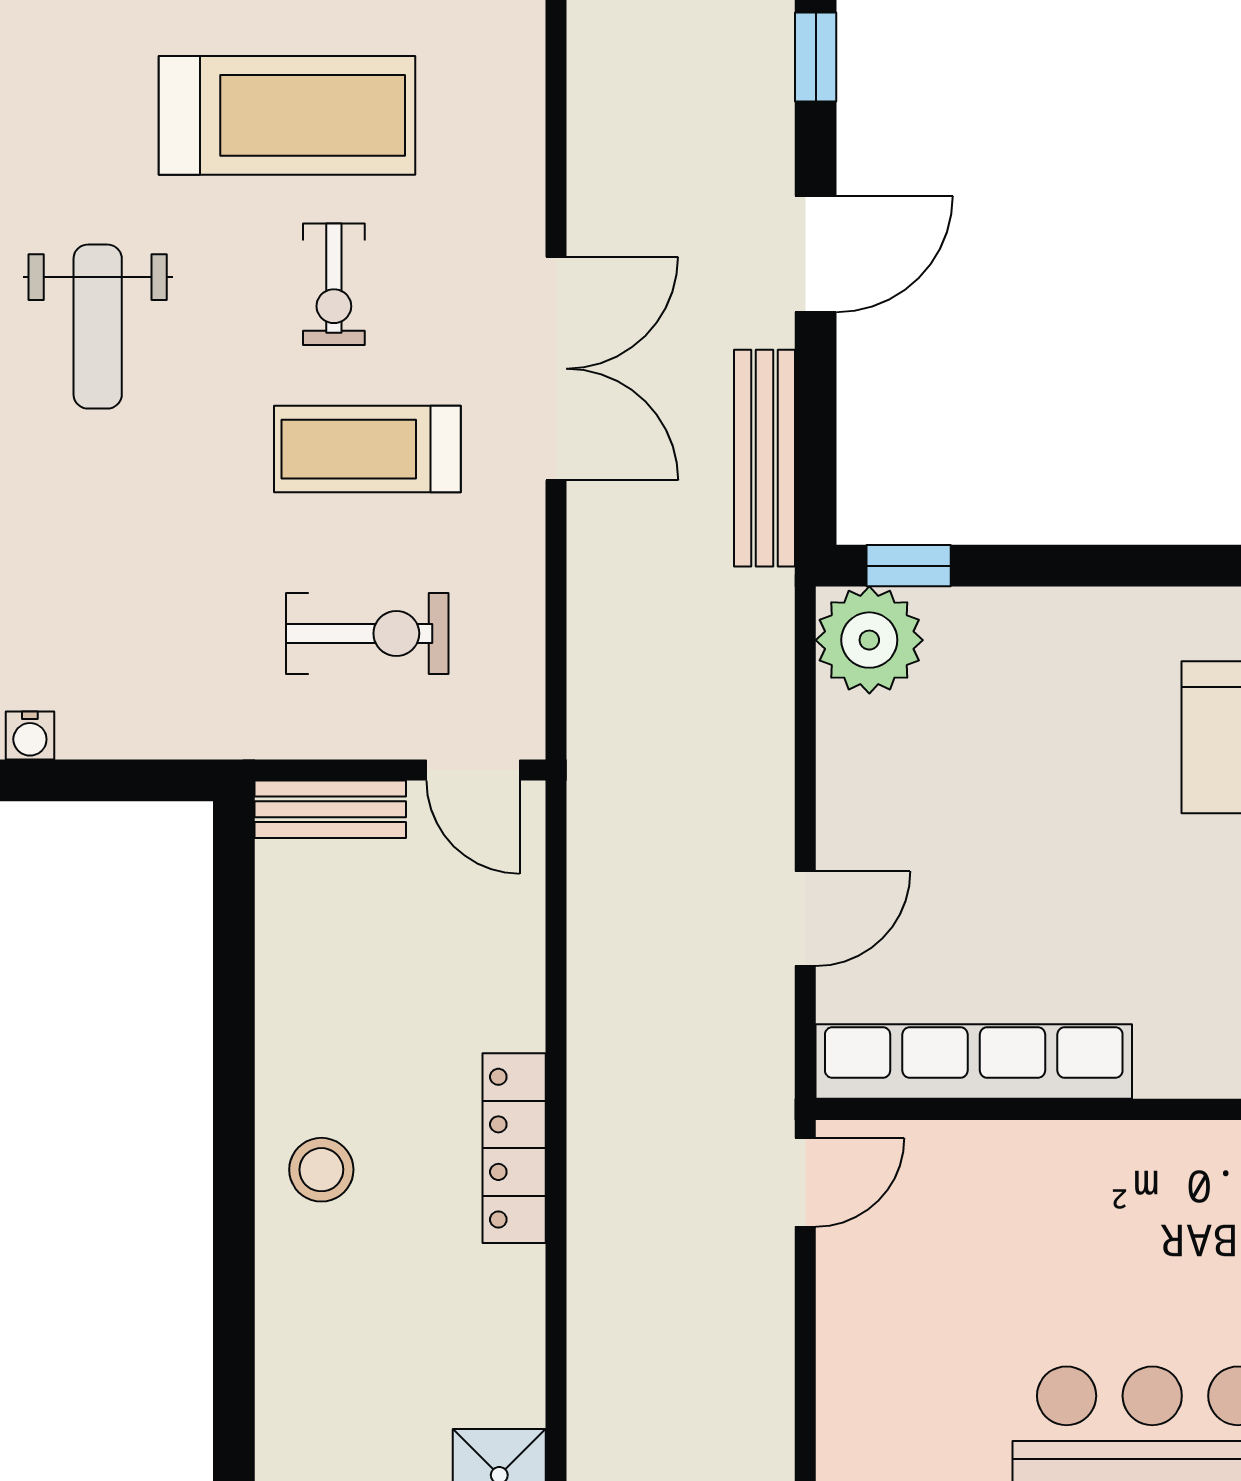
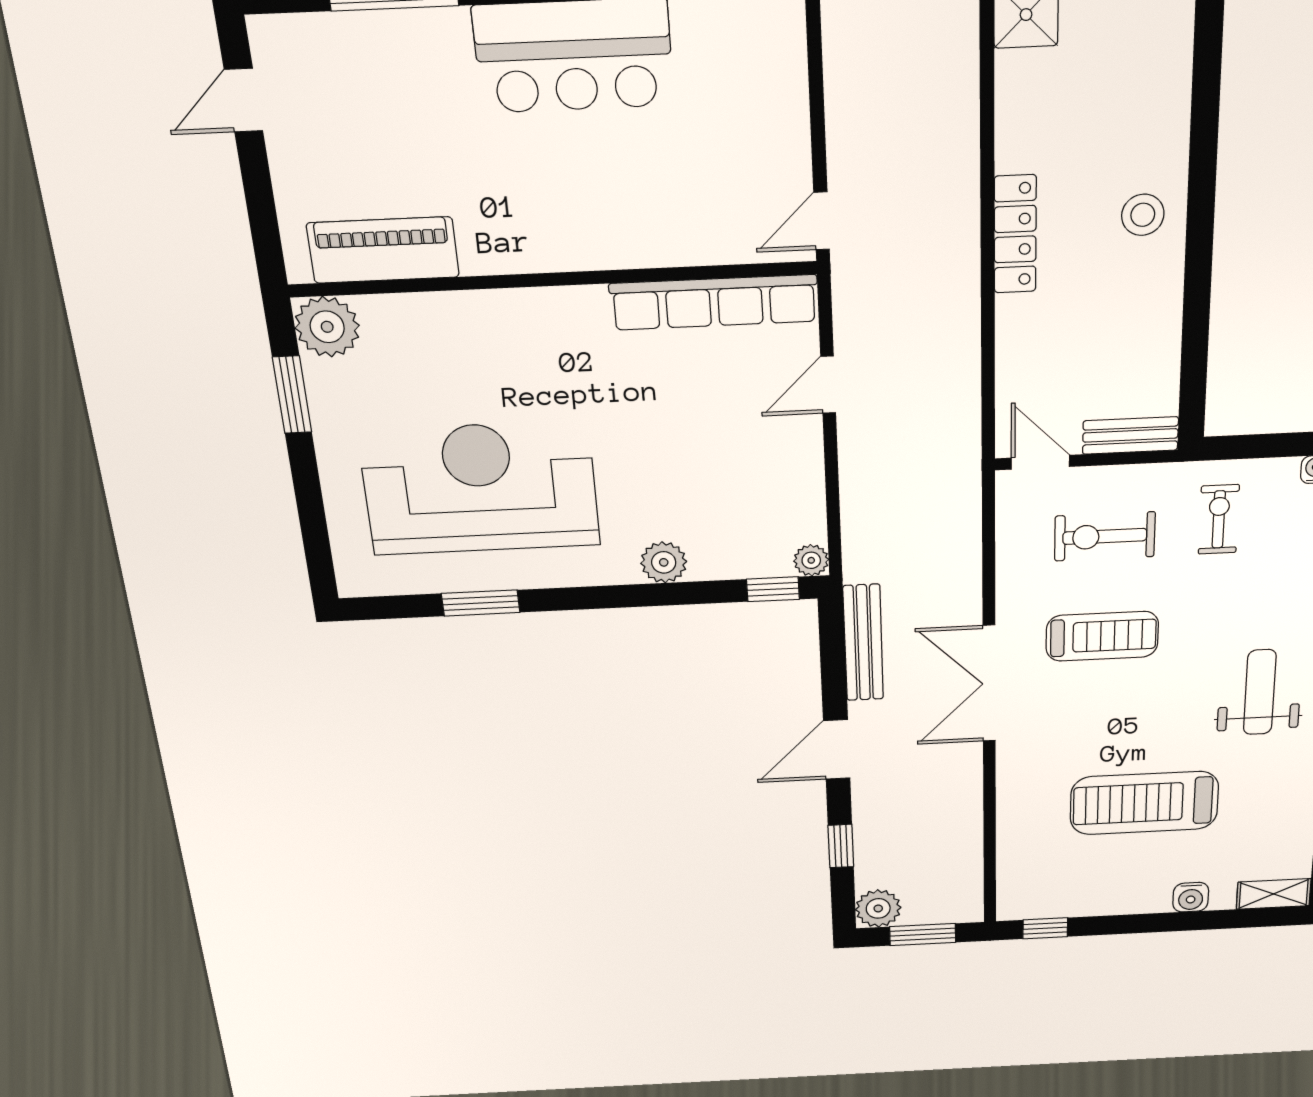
exercise bike: (334, 284) -> (1219, 519), moved
plant: (1083, 624) -> (664, 562), added
plant: (869, 640) -> (811, 560), width x0.53, depth x0.53

